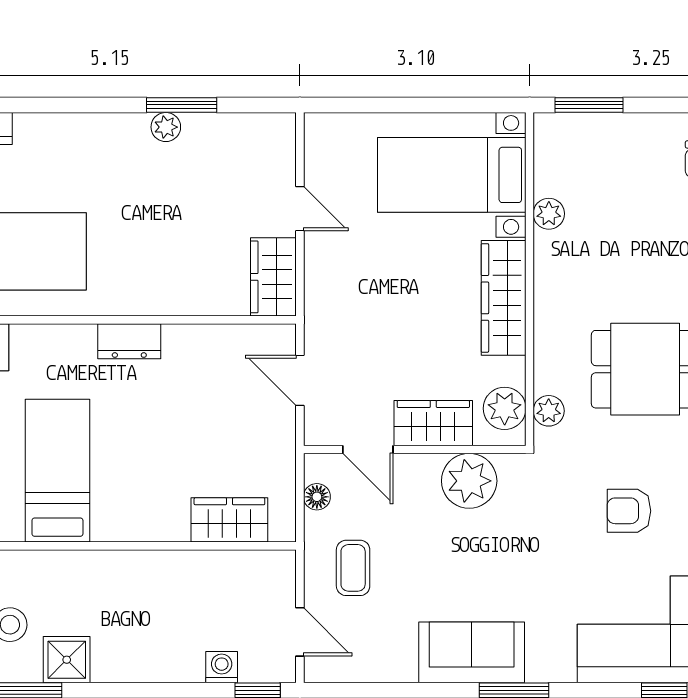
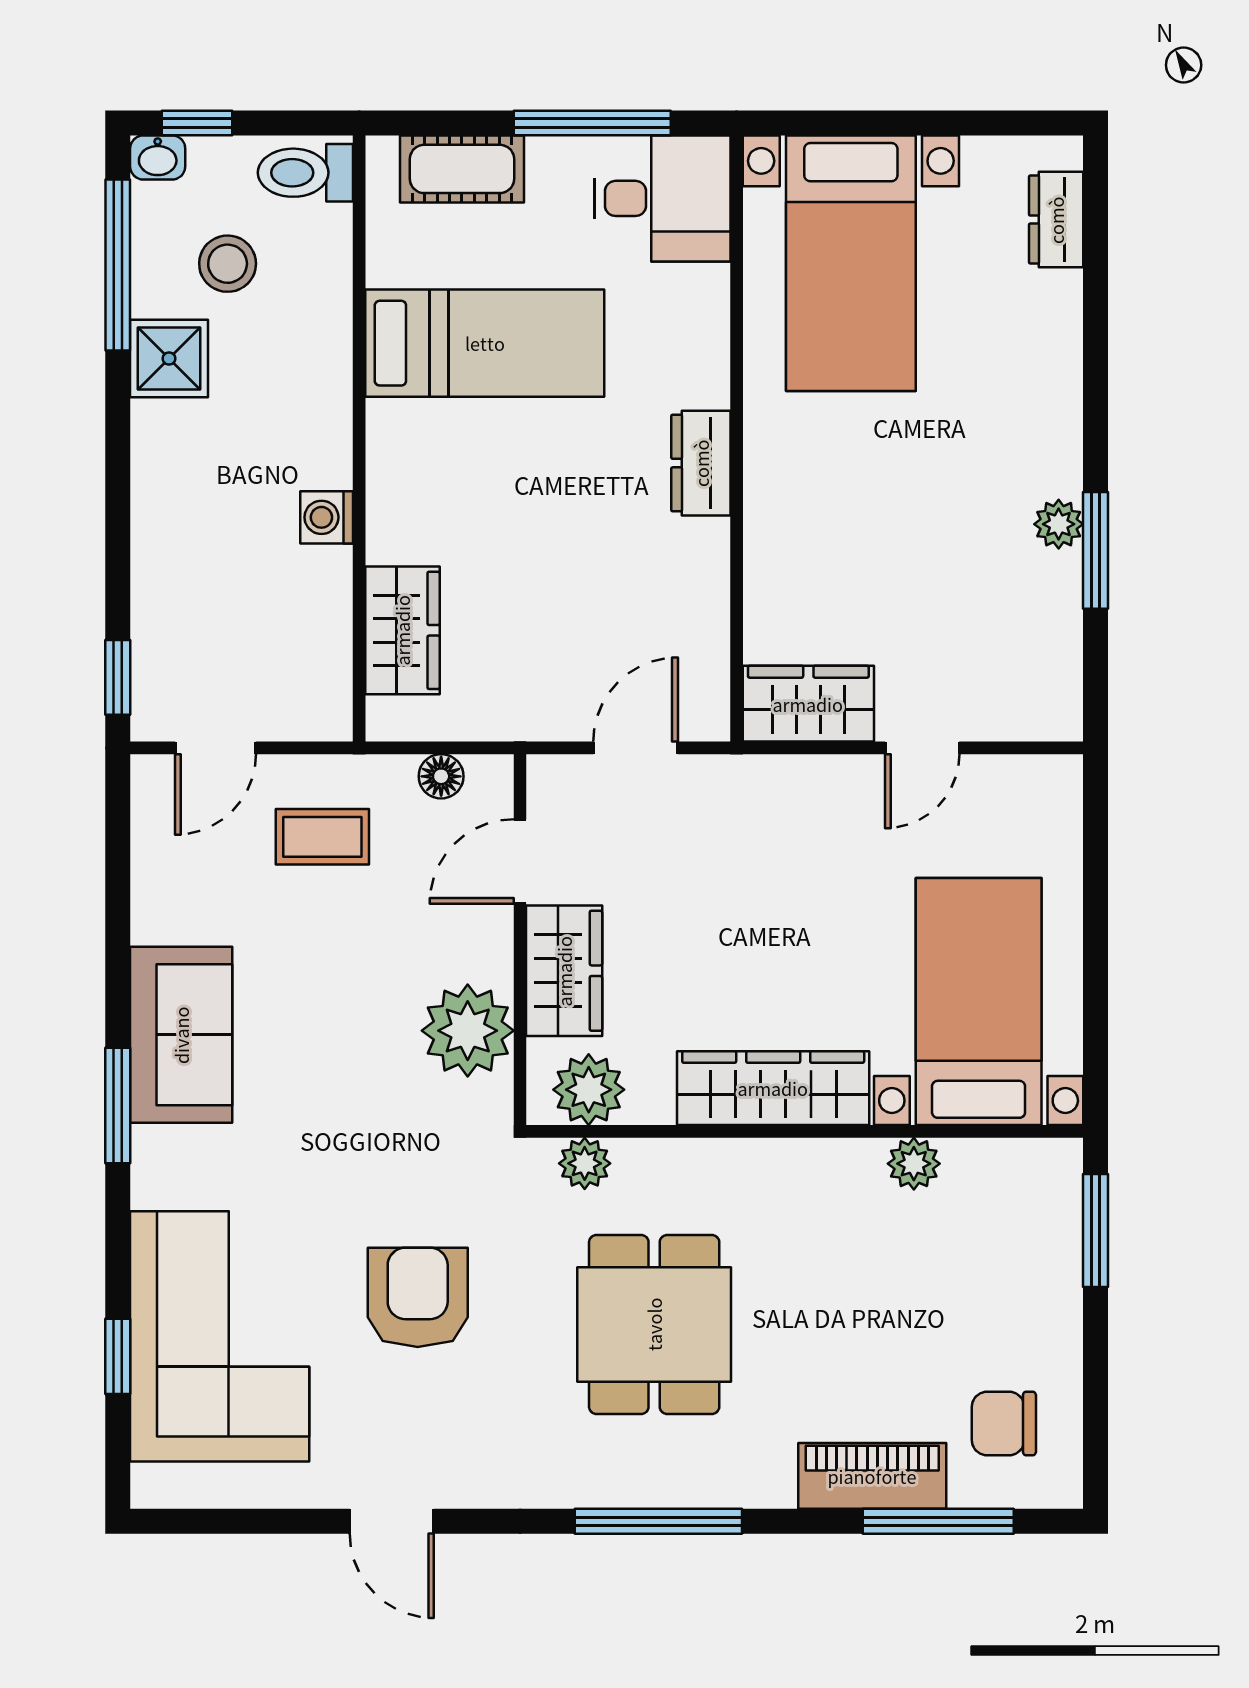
armchair: (629, 511) -> (418, 1297), width x1.38, depth x1.38
washing machine: (222, 667) -> (327, 517), moved, turned 180

